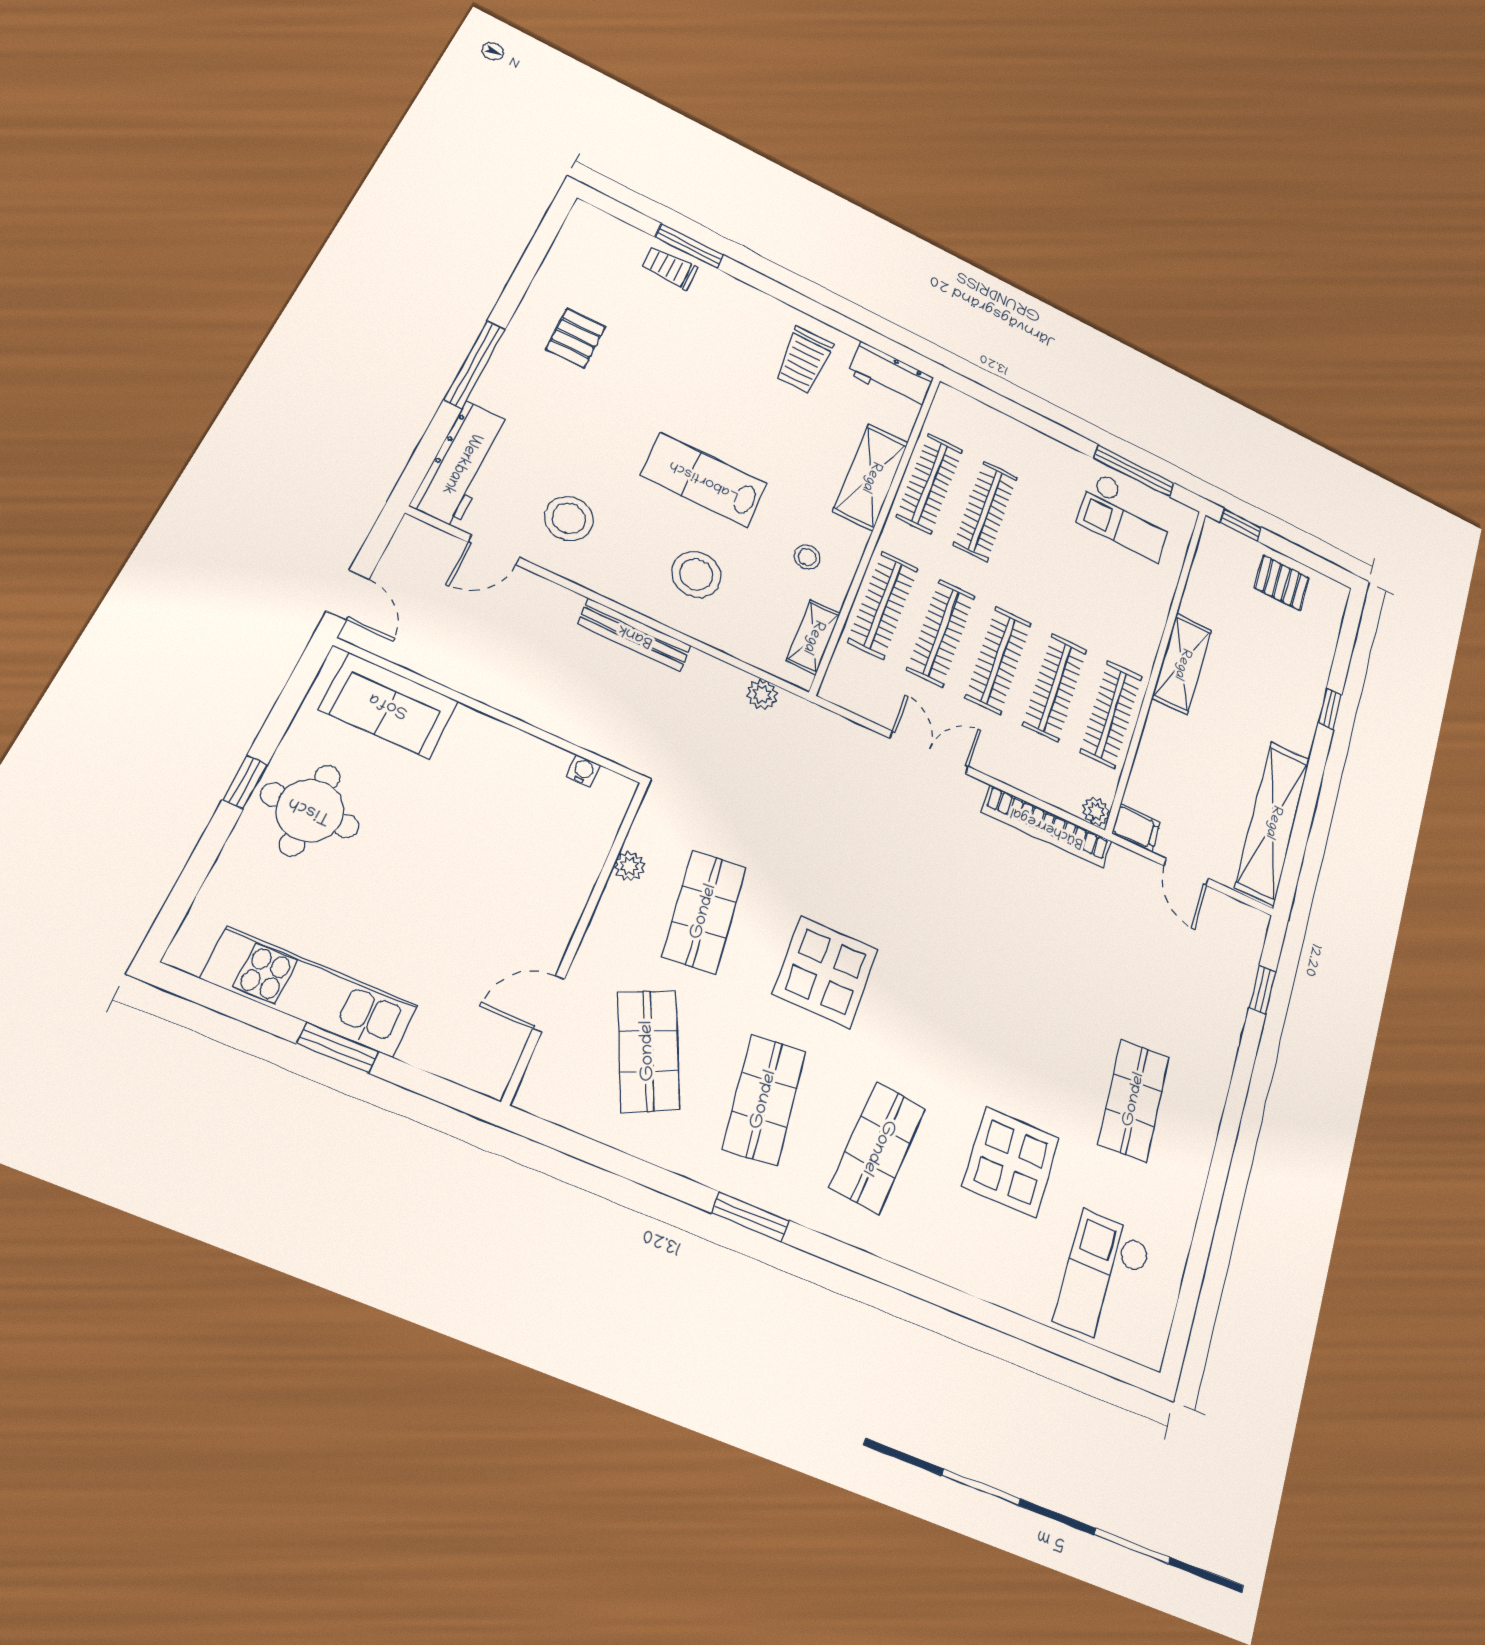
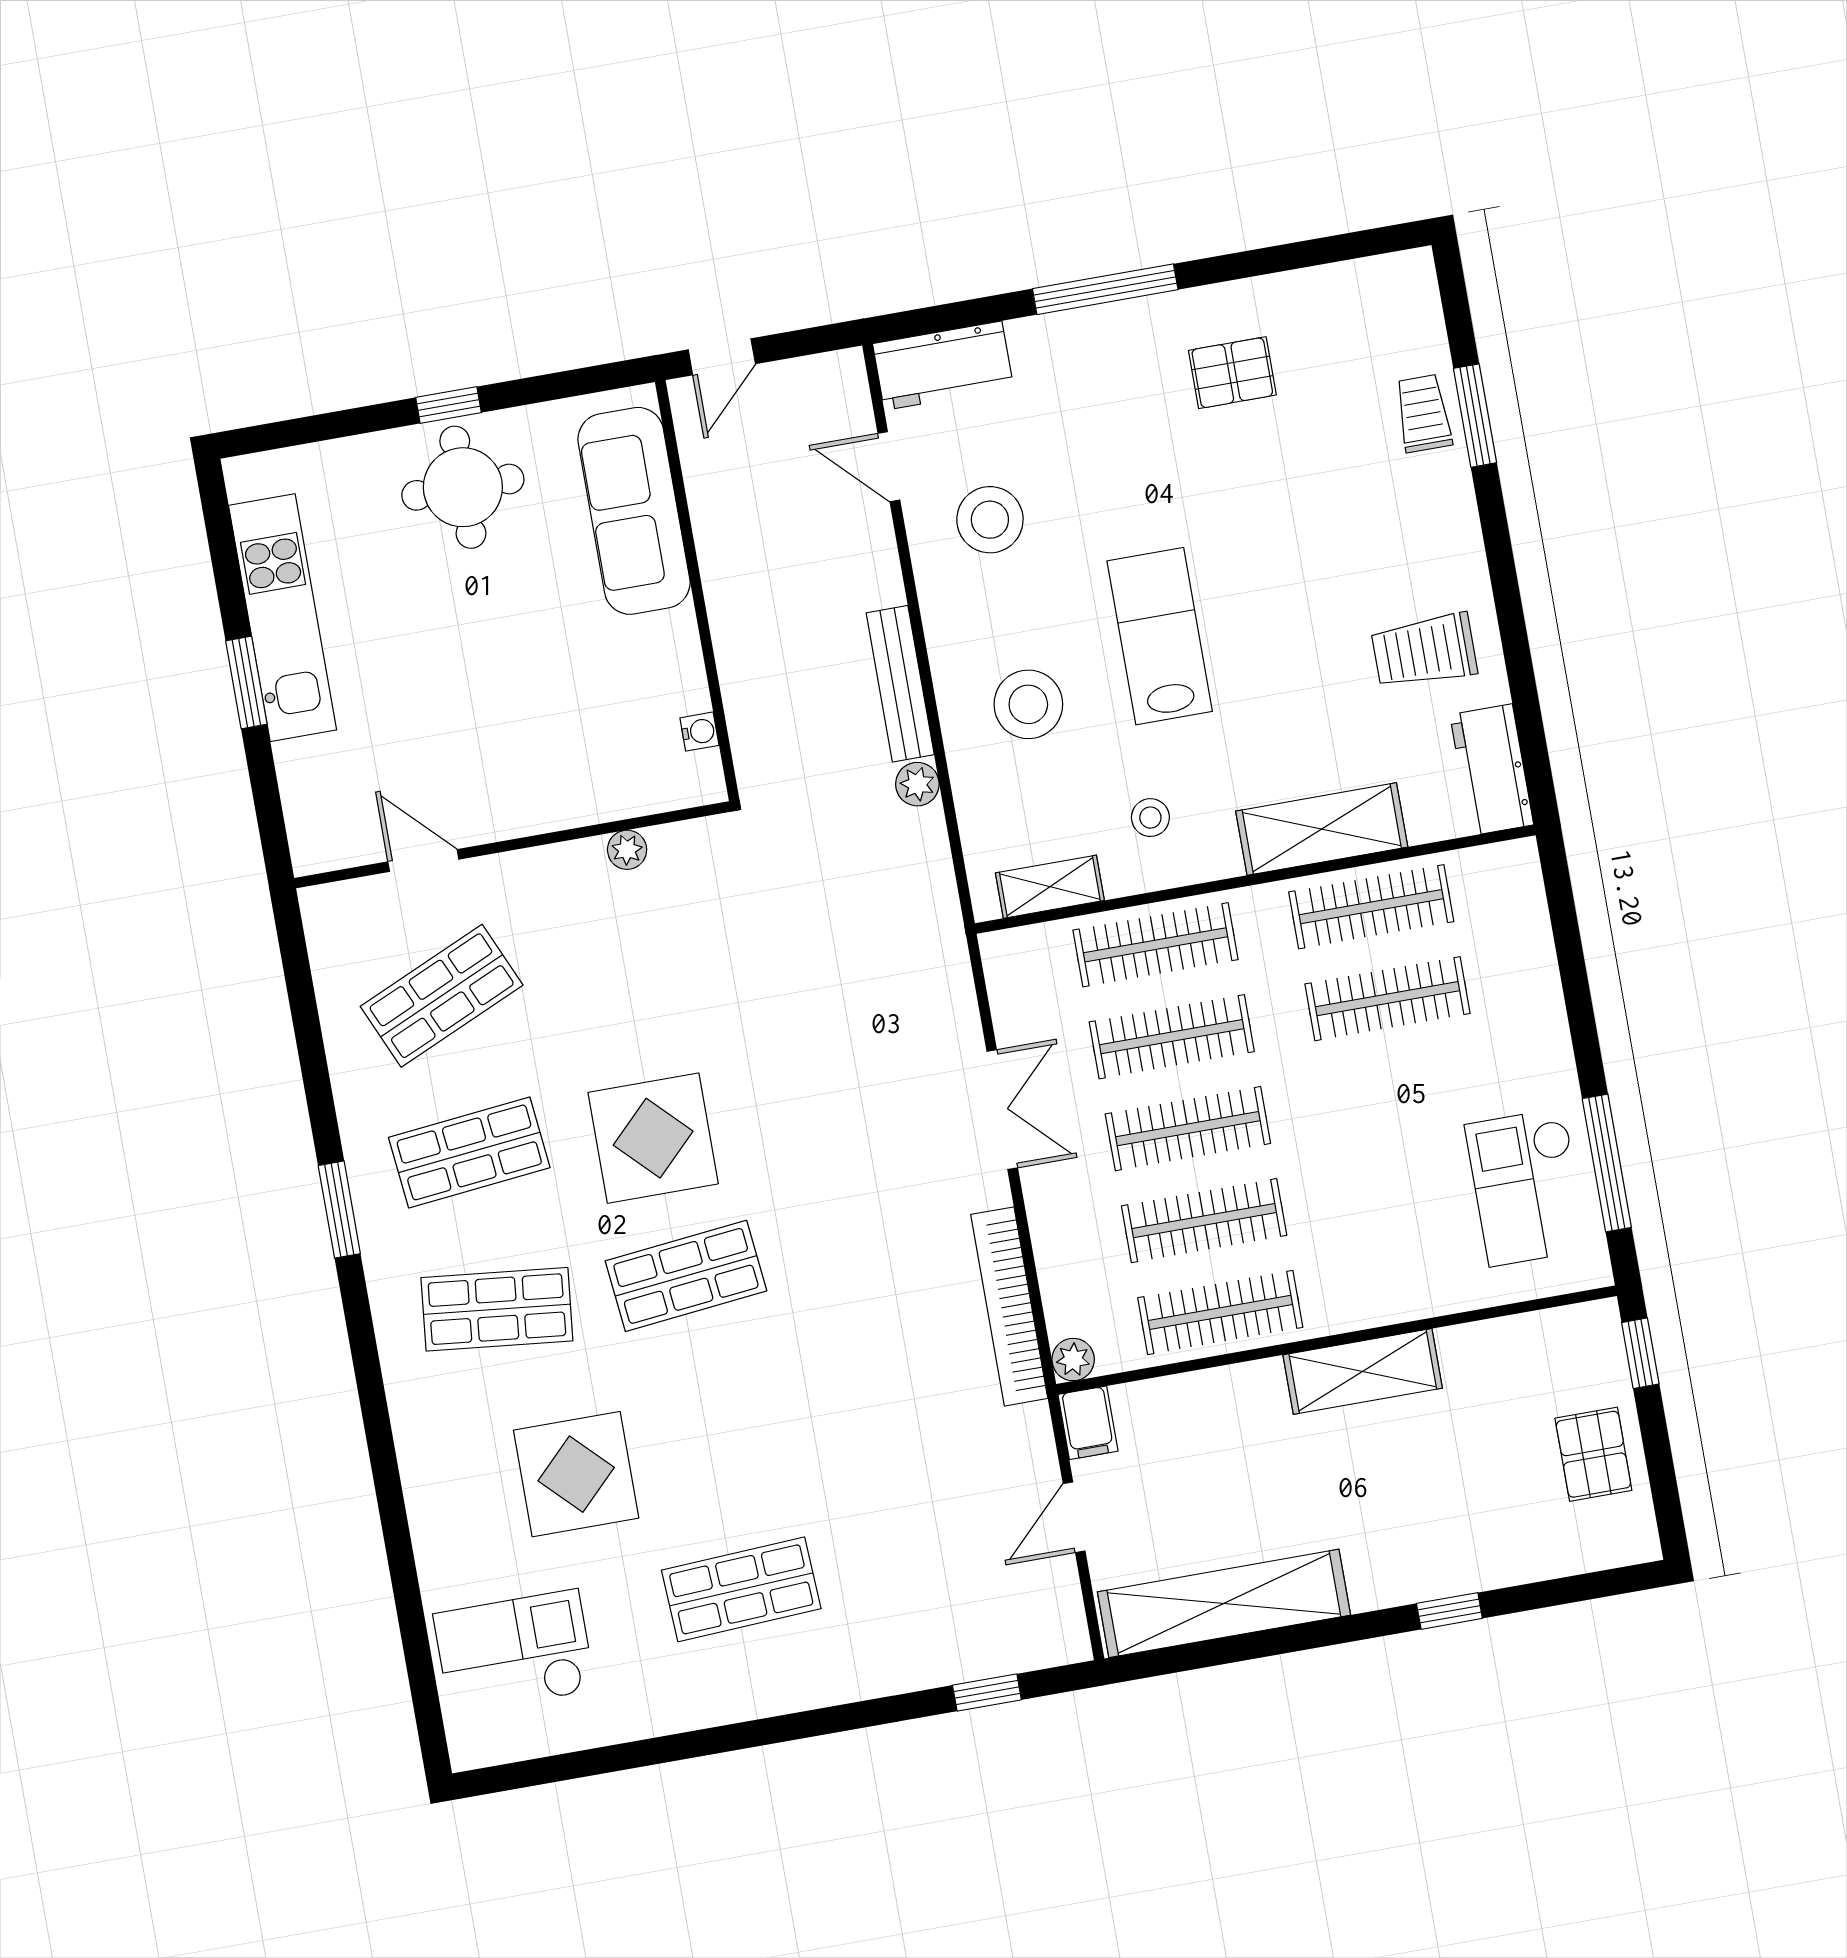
workbench: (461, 464) -> (943, 366), width x0.73
plant: (762, 695) -> (917, 784), moved
sofa: (389, 705) -> (634, 511), width x1.36
shop shelf: (704, 912) -> (686, 1276), moved

